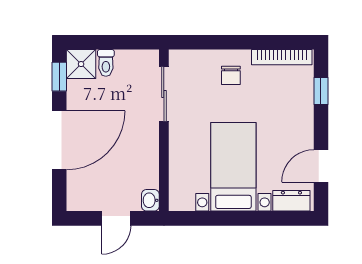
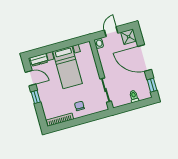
shower: (81, 64) -> (129, 37), moved
window: (321, 91) -> (36, 97), moved
door: (59, 140) -> (145, 58), hinge flipped
door: (321, 166) -> (30, 78), hinge flipped

